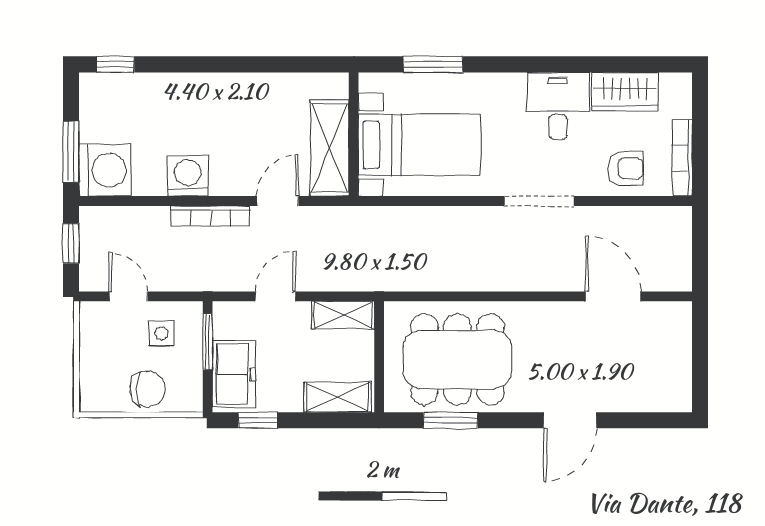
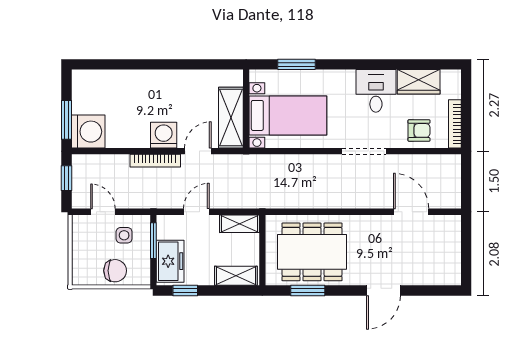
window: (115, 64) -> (95, 64), removed
washing machine: (188, 176) -> (164, 135), moved

